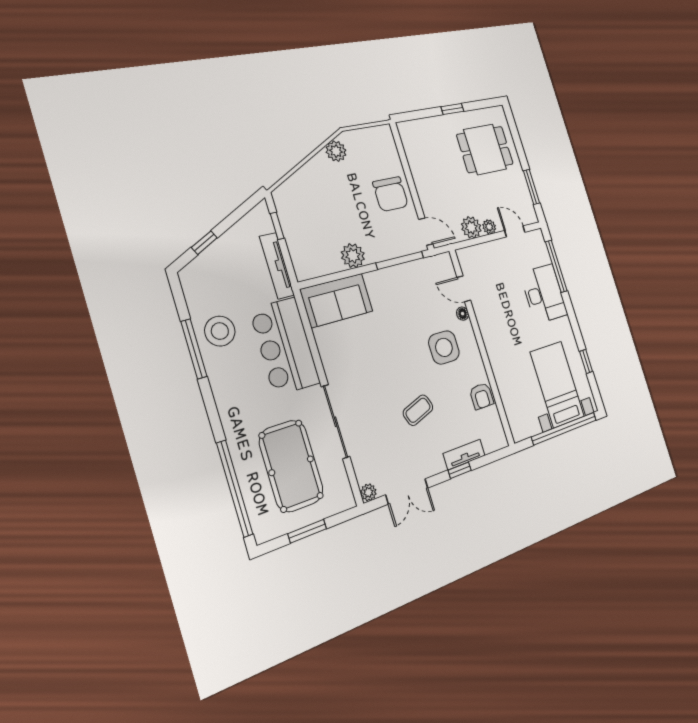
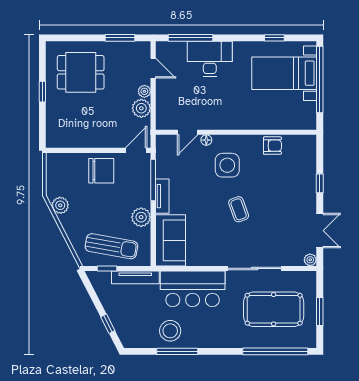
dining table: (485, 149) -> (81, 72), turned 90
sun lounger: (307, 226) -> (111, 246), added
door: (515, 231) -> (153, 68), swing flipped
coffee table: (418, 410) -> (239, 209), moved
tv unit: (464, 454) -> (162, 196), moved, turned 180

